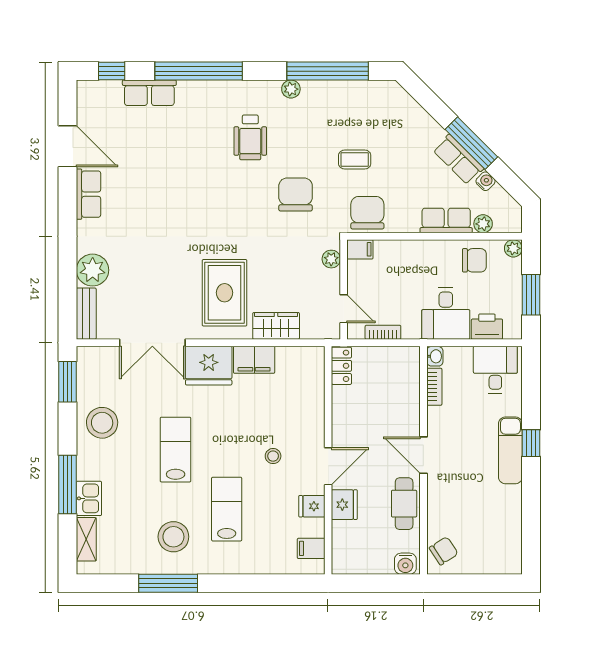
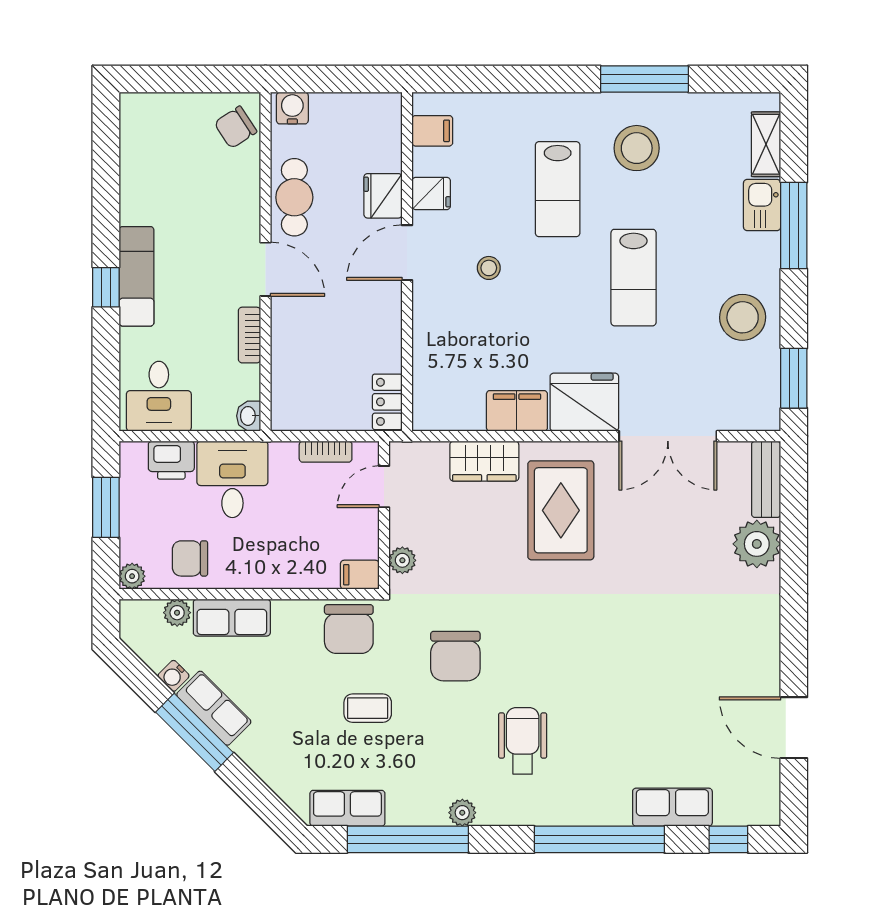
row of seats: (89, 194) -> (347, 808), moved, turned 90
door: (344, 309) -> (384, 487), hinge flipped
double door: (152, 343) -> (668, 436), swing flipped
bookcase: (434, 387) -> (249, 335), moved

